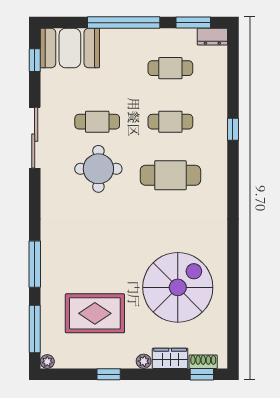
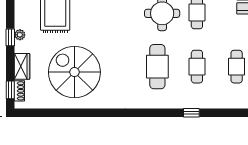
spiral stairs: (178, 287) -> (74, 72), turned 180
plant: (144, 361) -> (20, 35), moved
window: (109, 374) -> (10, 37), moved

